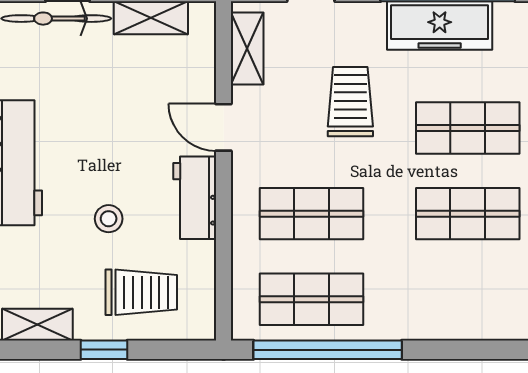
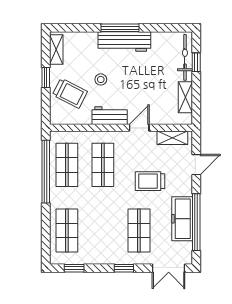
trolley: (350, 102) -> (150, 181), turned 180
shop shelf: (468, 214) -> (67, 231), moved
trolley: (141, 292) -> (70, 93), turned -63

